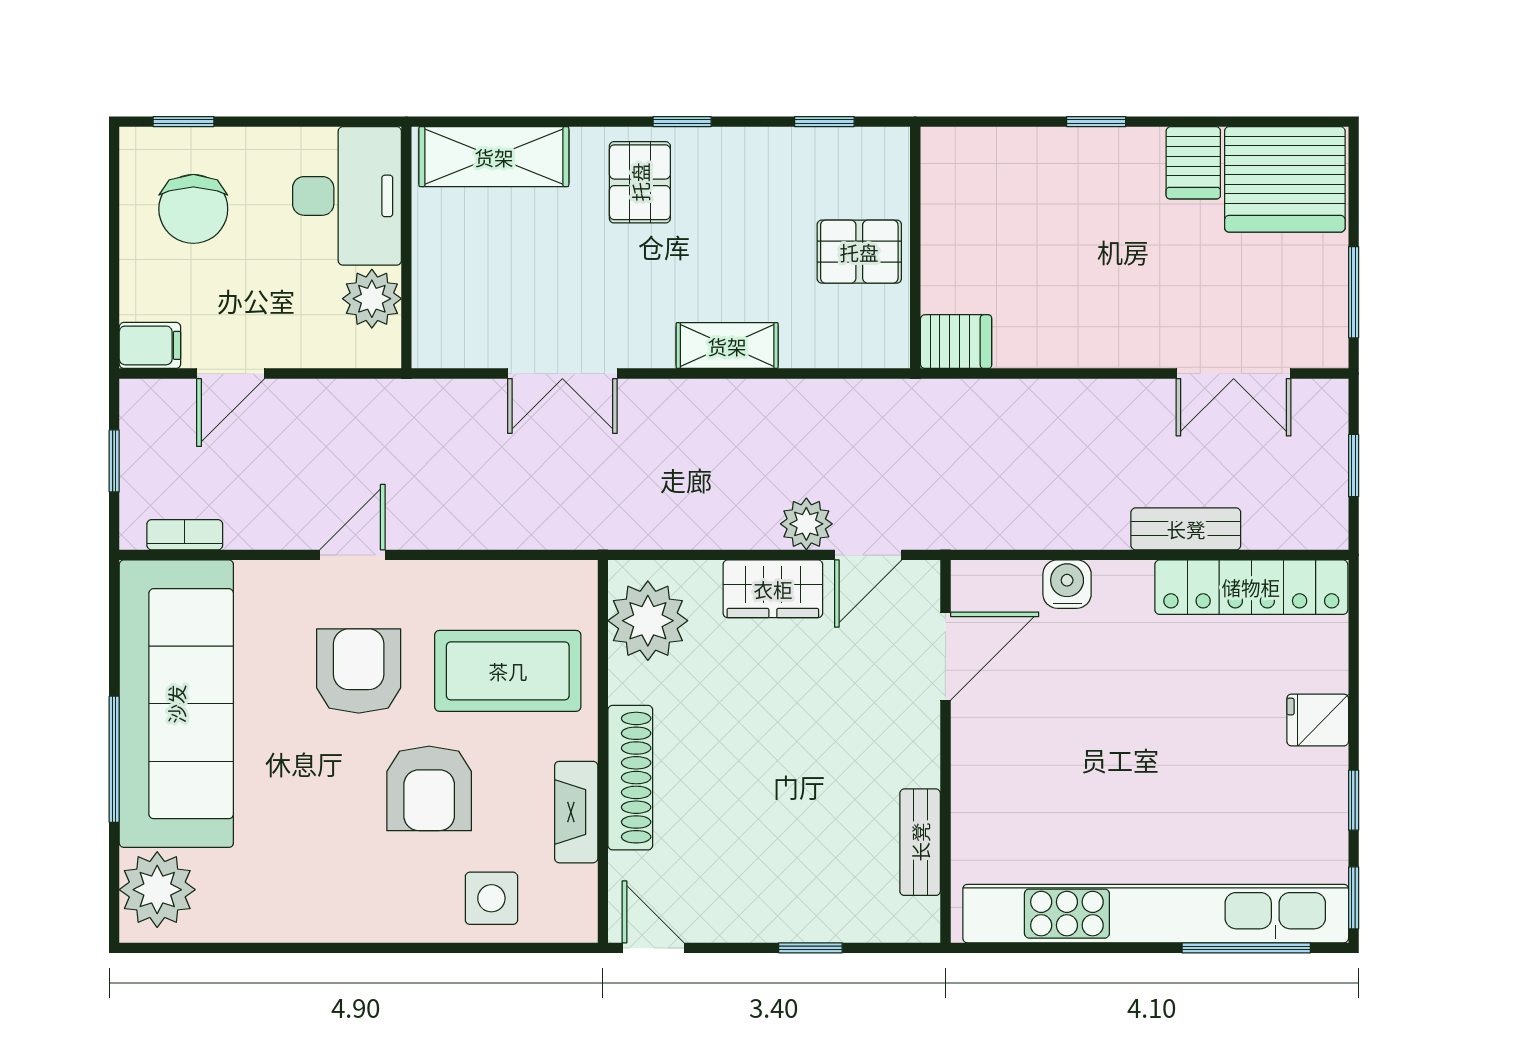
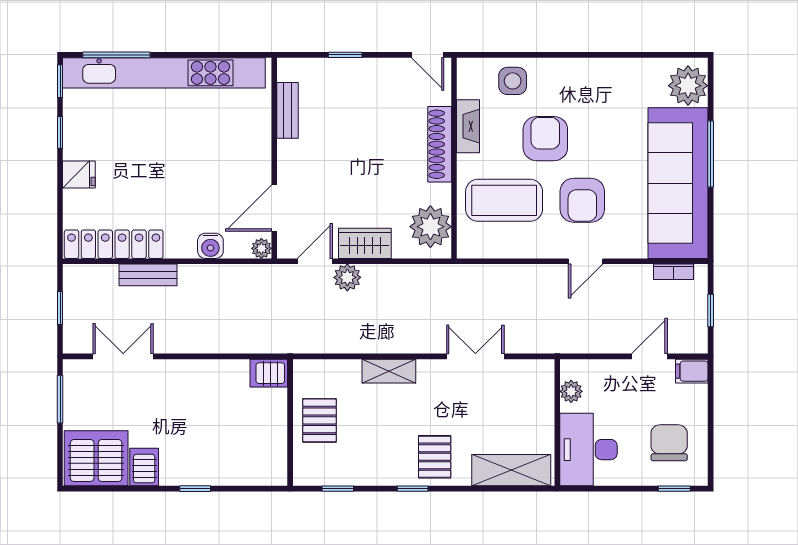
pallet: (859, 252) -> (319, 420), turned 90
plant: (372, 299) -> (571, 391), width x0.73, depth x0.73
plant: (970, 579) -> (261, 248), added

